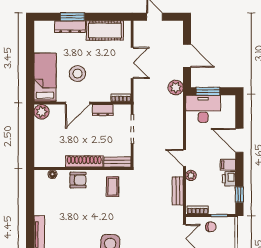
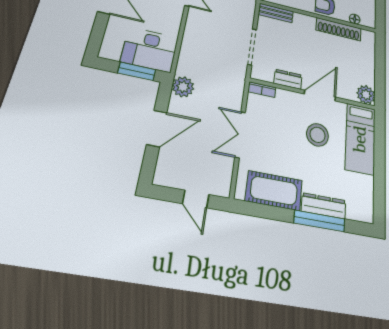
window: (72, 17) -> (319, 221), width x1.44
door: (187, 56) -> (157, 128), swing flipped
shoe rack: (84, 161) -> (339, 29), moved

